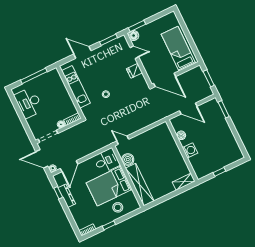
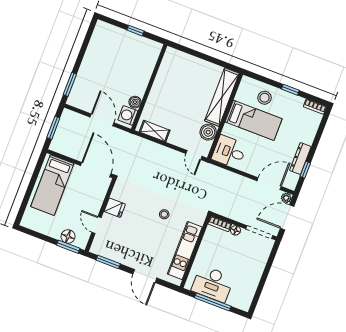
floor lamp: (134, 36) -> (68, 236), moved
desk: (29, 103) -> (213, 284), moved, turned 90
washing machine: (190, 150) -> (128, 115), moved
door: (42, 159) -> (287, 217), swing flipped
shelving: (184, 182) -> (155, 131), moved
bed: (109, 186) -> (254, 120), width x0.67

